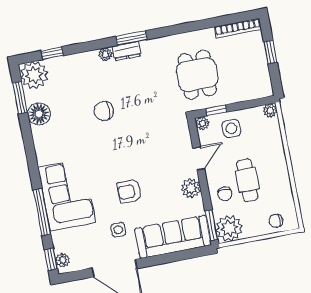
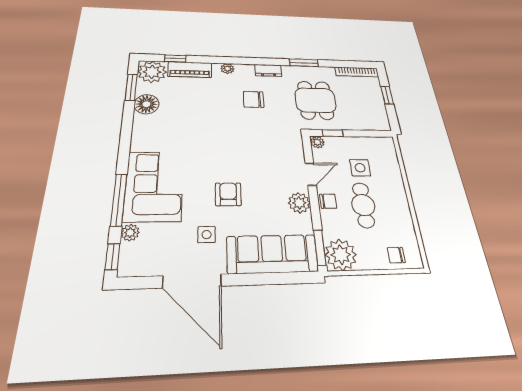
window: (132, 38) -> (304, 63), moved
dresser: (127, 51) -> (268, 70), moved
piano: (69, 64) -> (190, 70), added
chair: (104, 111) -> (254, 99), moved
plant: (270, 111) -> (388, 143), removed
side table: (231, 128) -> (360, 168), moved
armchair: (129, 191) -> (228, 194), turned 90
chair: (225, 194) -> (328, 201), moved, turned -89
plant: (63, 260) -> (130, 233), moved

